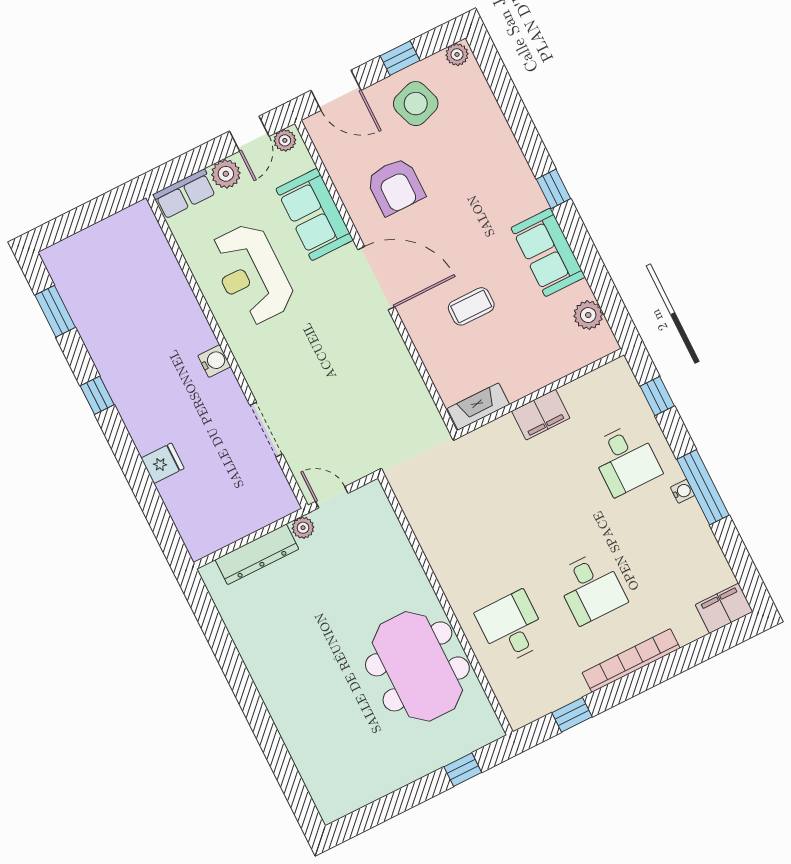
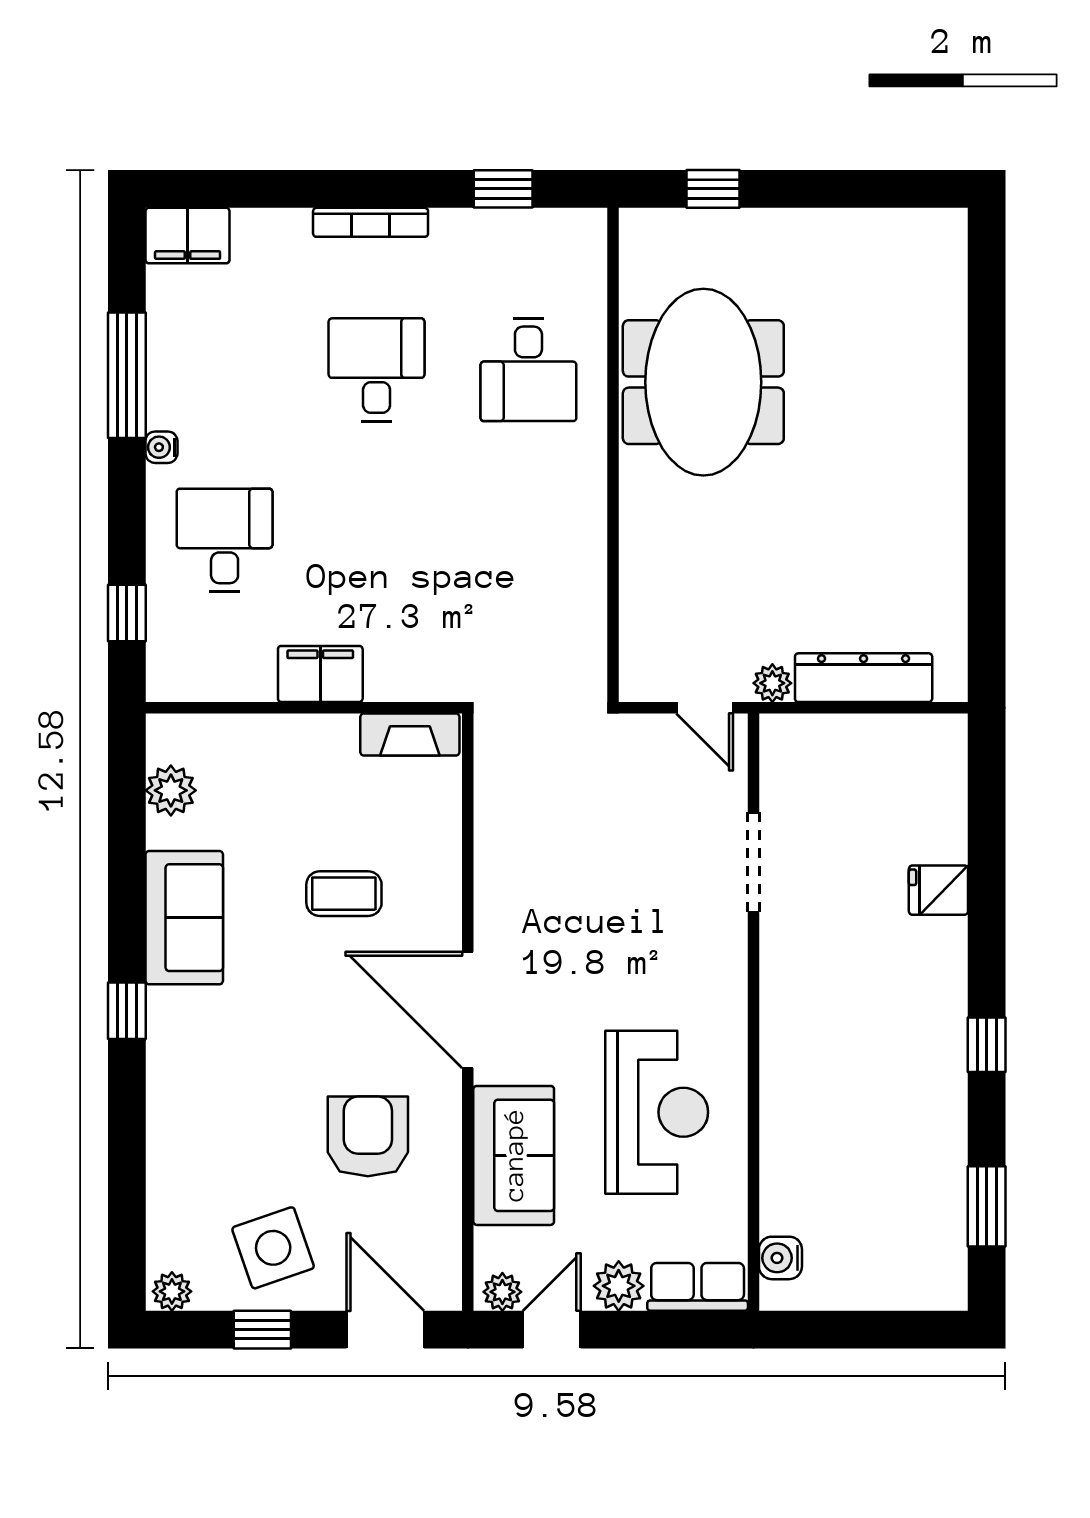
water cooler: (214, 361) -> (780, 1258), moved
window: (703, 487) -> (127, 375), moved
bookcase: (631, 661) -> (371, 222), width x0.68, depth x0.76

